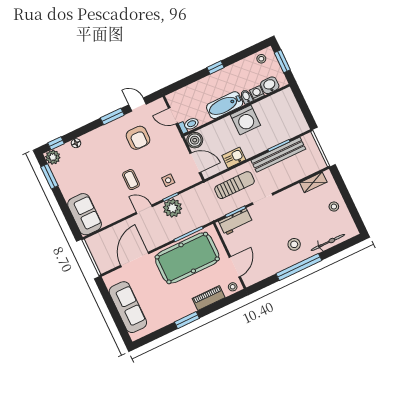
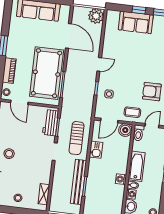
washing machine: (245, 120) -> (121, 179), width x0.53, depth x0.53
coffee table: (131, 180) -> (132, 112), moved
window: (63, 204) -> (139, 10), added
plant: (172, 208) -> (96, 16), moved
sofa: (85, 214) -> (136, 22), moved

